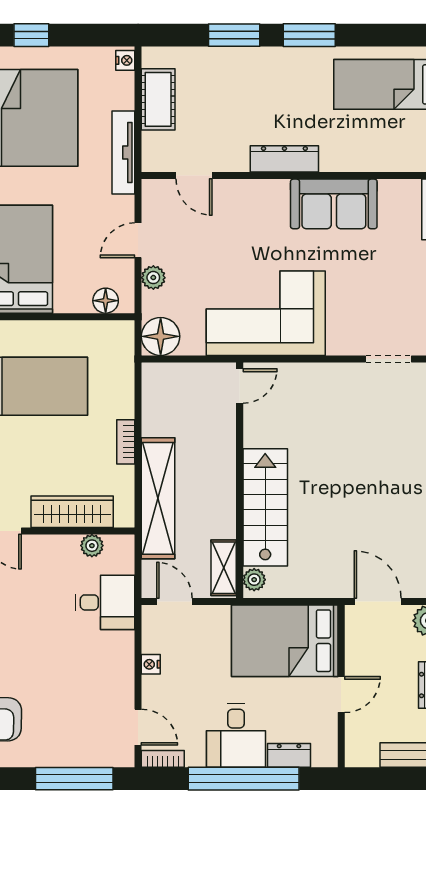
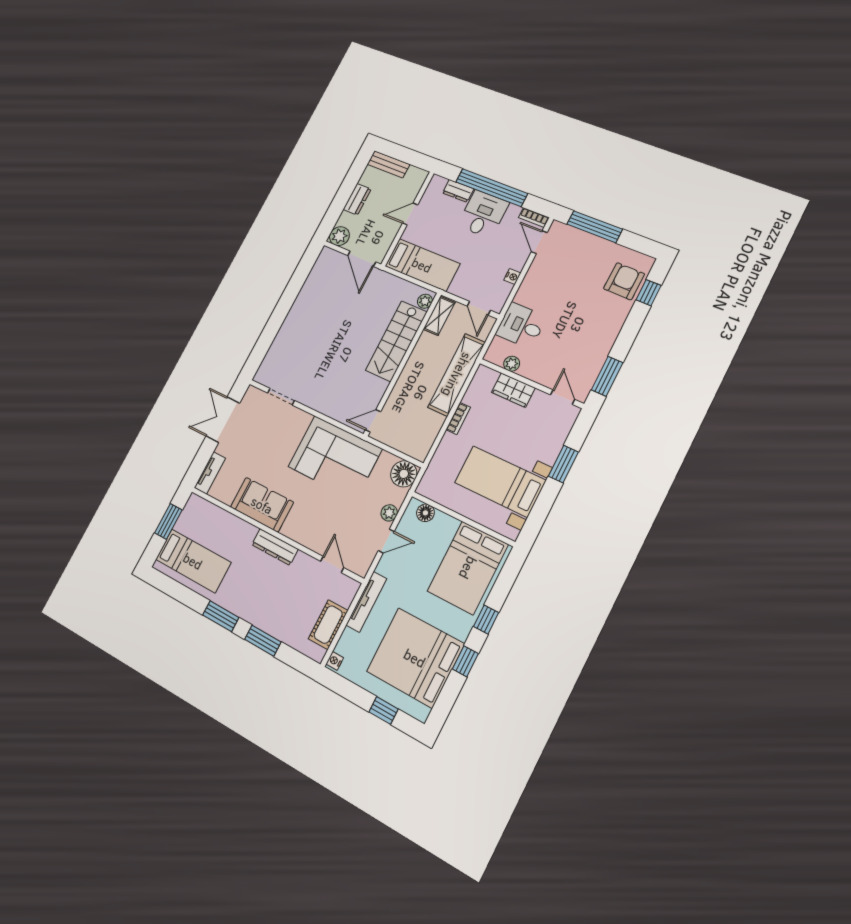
wardrobe: (72, 512) -> (513, 390), width x0.67
bed: (285, 641) -> (422, 265), width x0.67

